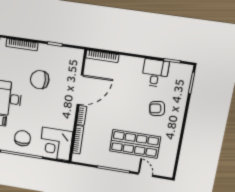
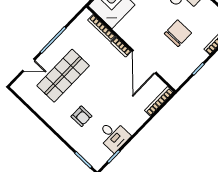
armchair: (157, 108) -> (81, 116), turned 99

